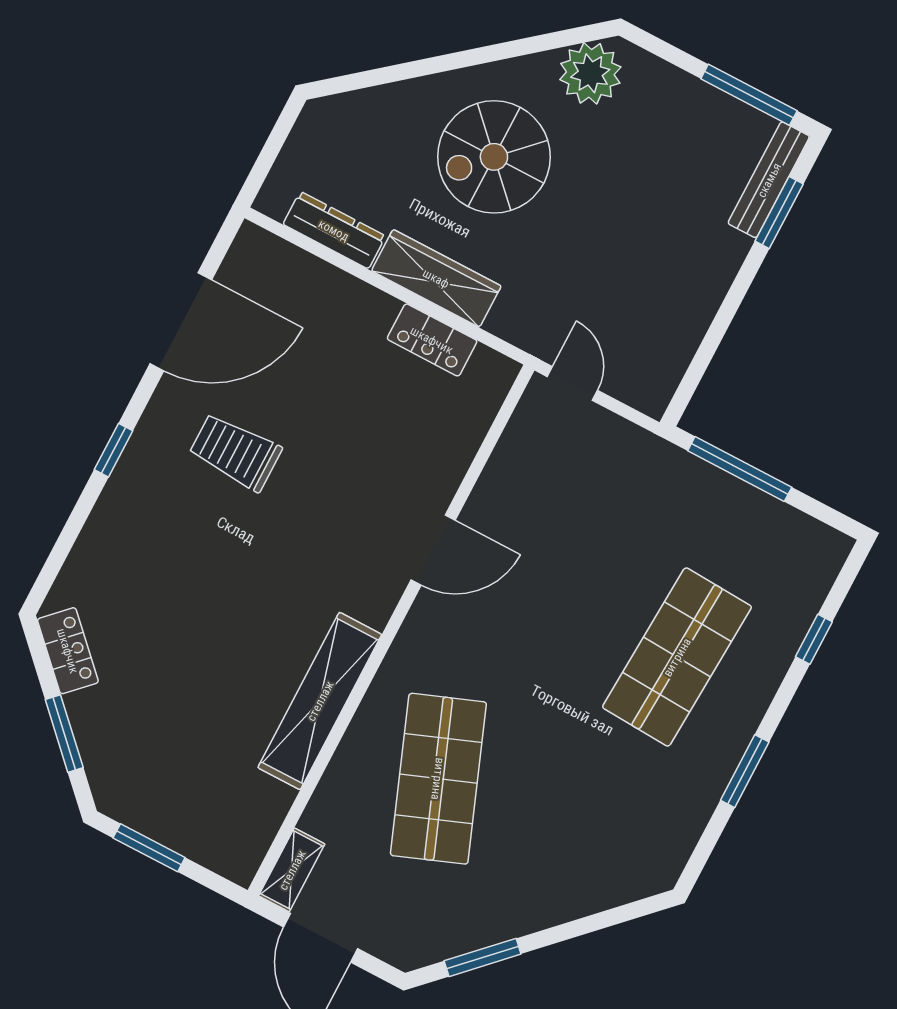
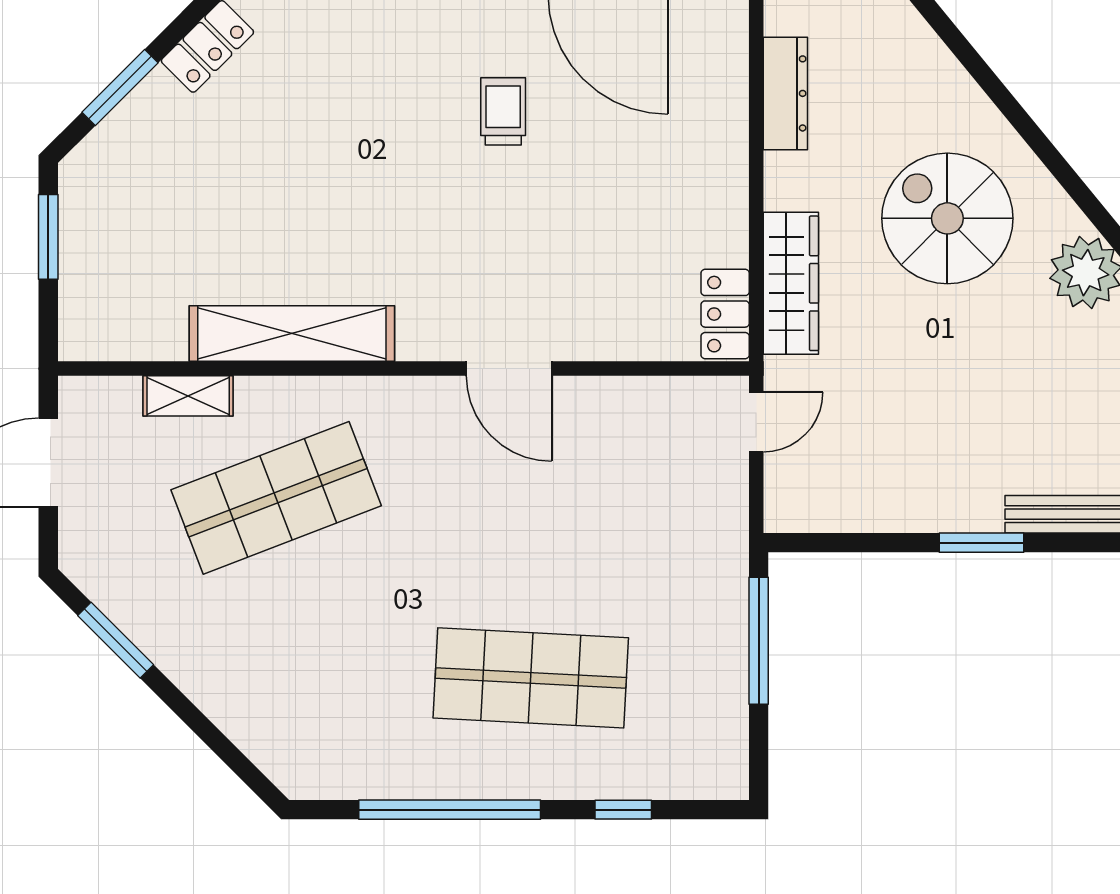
window: (779, 212) -> (982, 543), moved
wardrobe: (436, 278) -> (791, 283), moved
locker: (432, 340) -> (725, 314), moved
trolley: (235, 452) -> (503, 111), width x0.73, depth x0.72
window: (745, 771) -> (450, 810), width x2.11
shelving: (292, 870) -> (188, 396), moved

